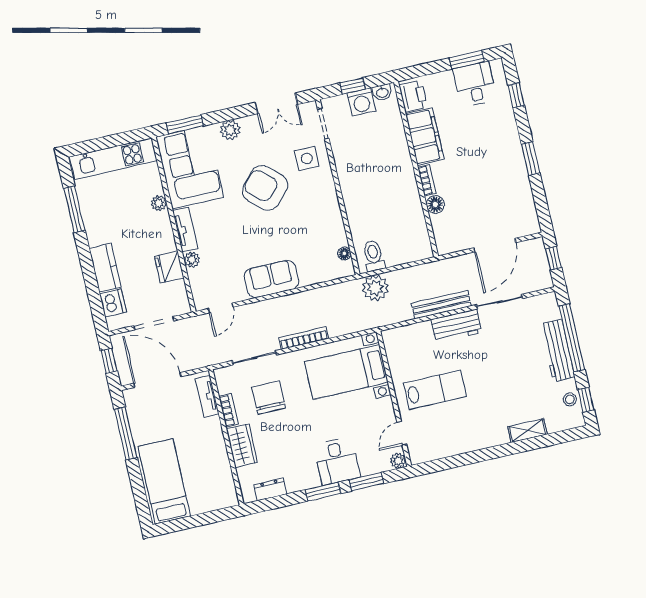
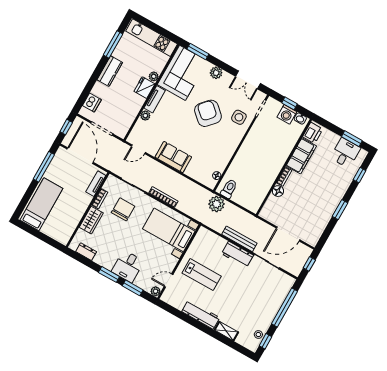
fridge: (169, 267) -> (144, 88), moved
kitchen counter: (105, 268) -> (110, 71), moved
workbench: (557, 350) -> (201, 315), moved, turned 90

